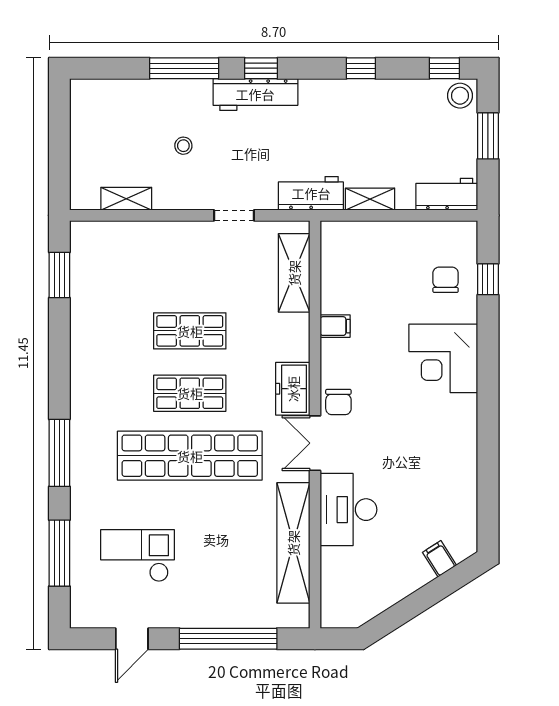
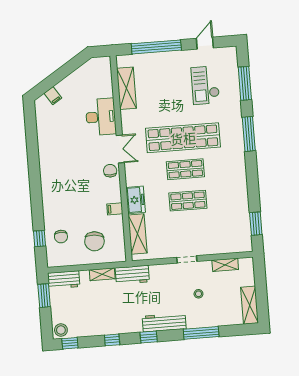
window: (261, 68) -> (149, 337), moved
shelving: (84, 115) -> (250, 305), added
window: (488, 136) -> (44, 296), moved
doorway: (234, 215) -> (187, 259), moved
chair: (380, 265) -> (94, 241), added
corner desk: (443, 358) -> (59, 197), removed
freezer: (293, 389) -> (136, 200), moved
shelving: (293, 543) -> (126, 88), width x0.68
checkout: (137, 556) -> (205, 85), turned 90

